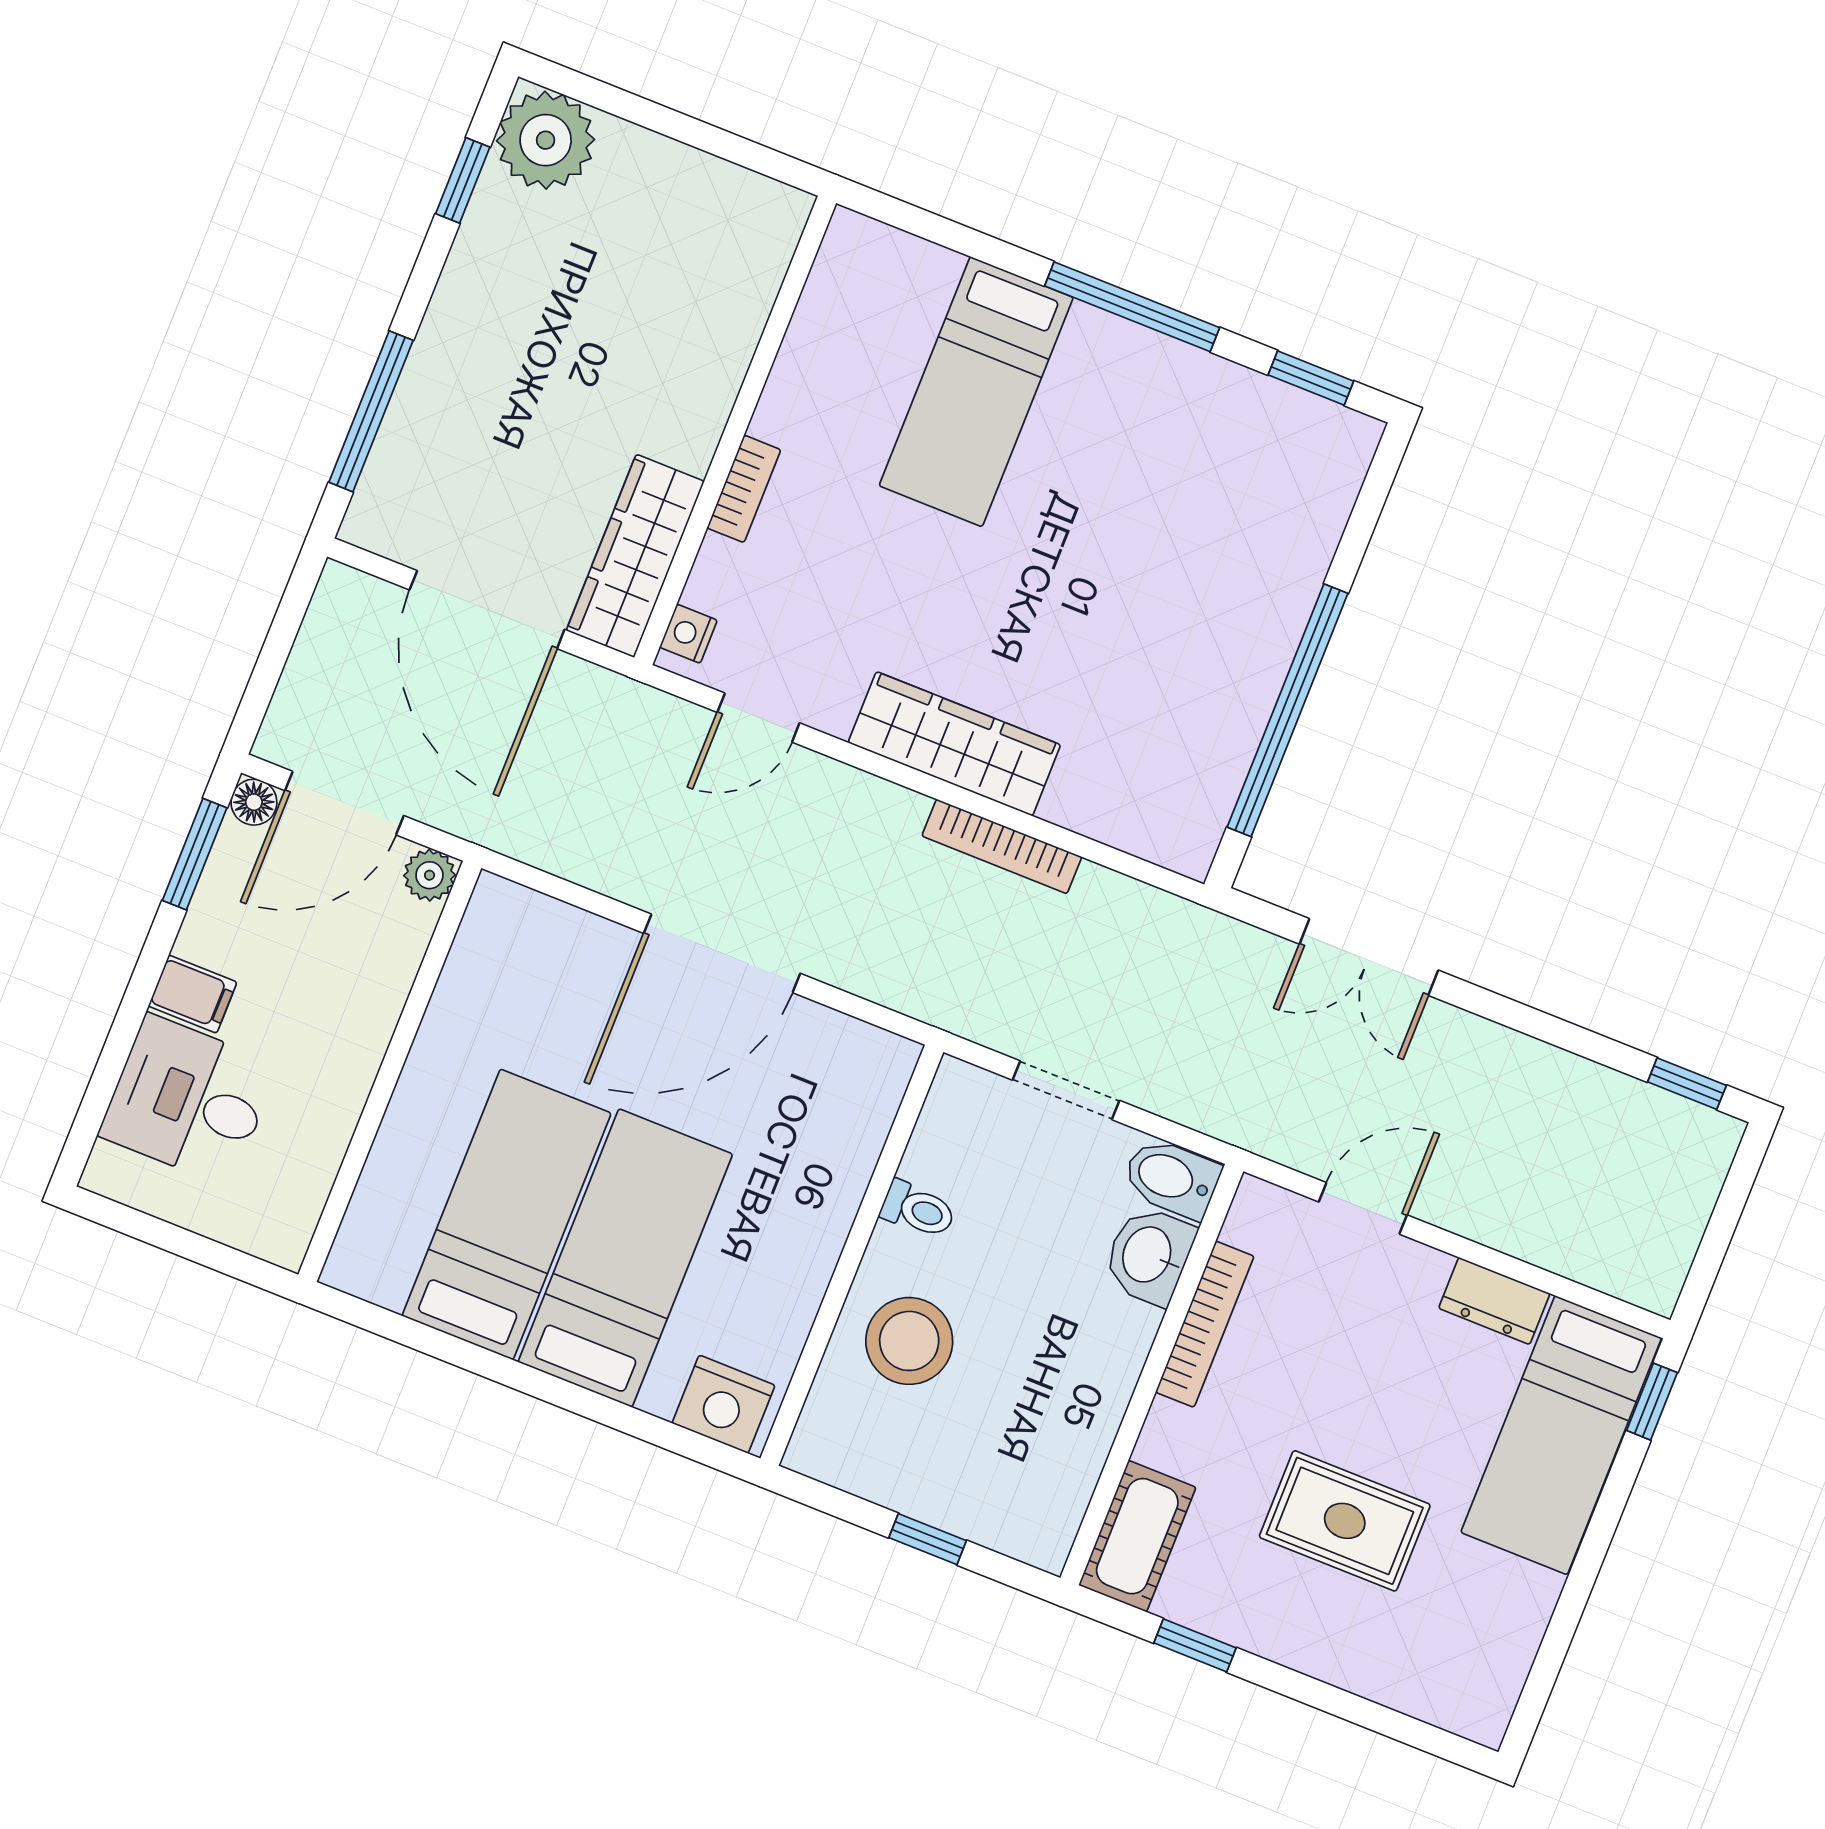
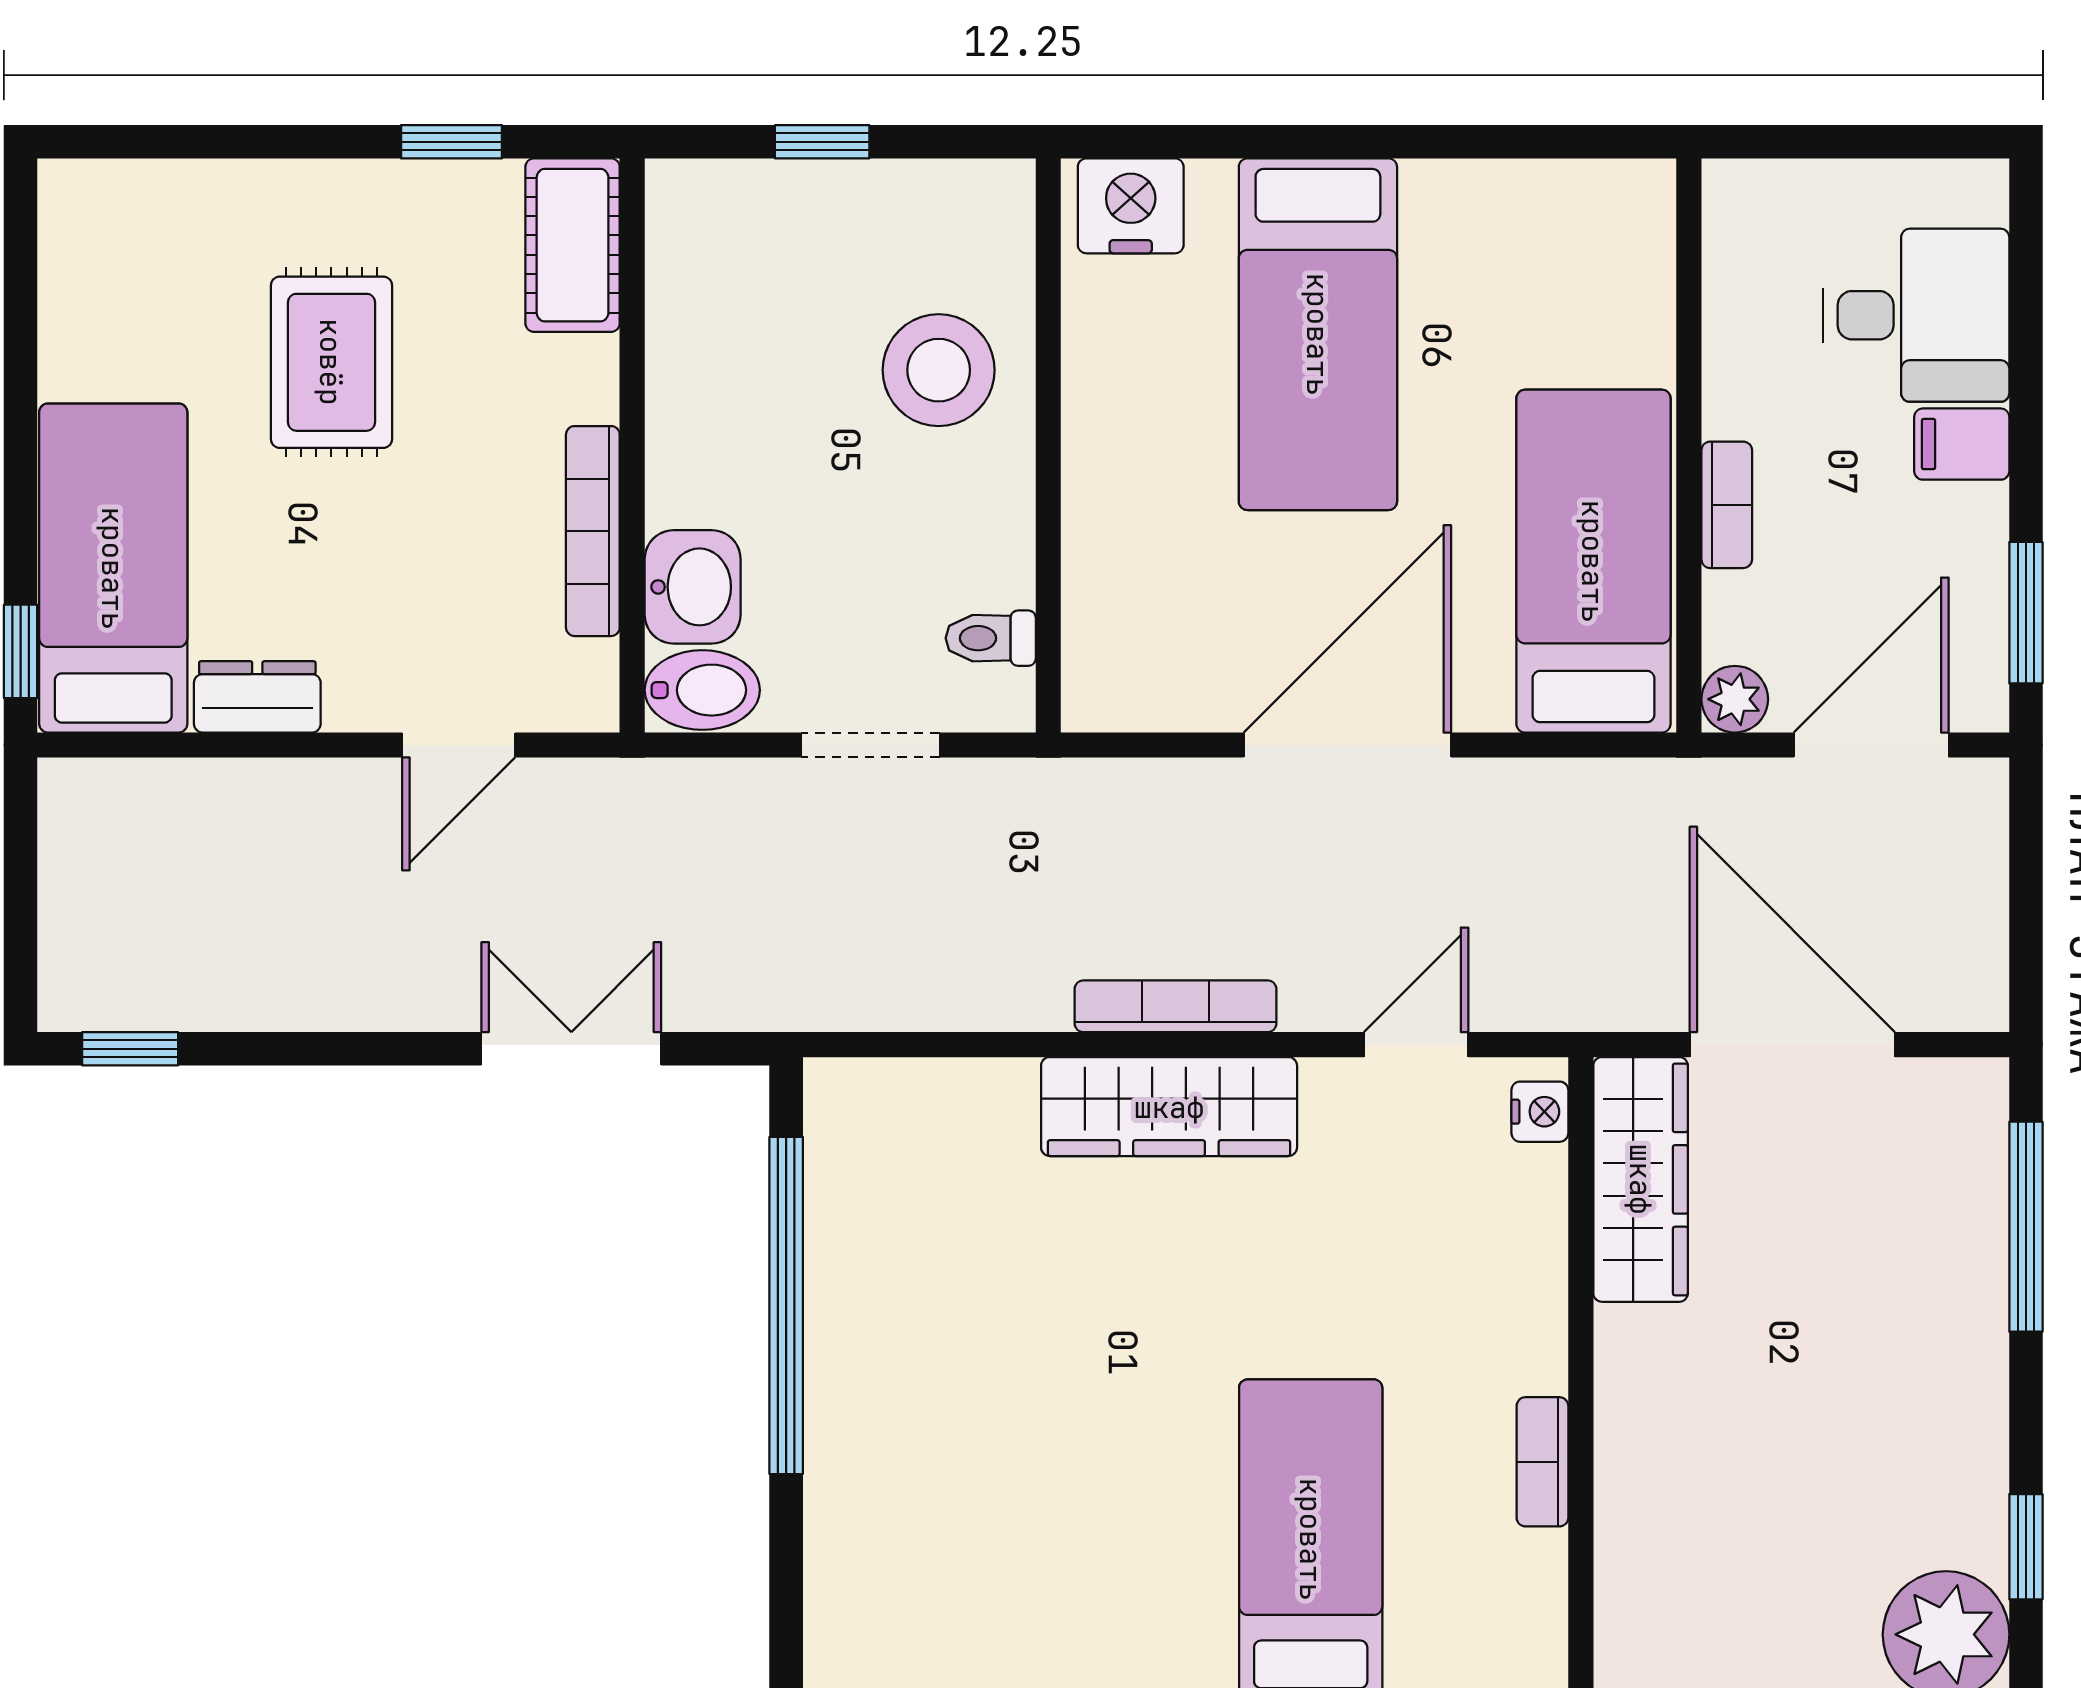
bookcase: (744, 489) -> (1542, 1462), moved
floor lamp: (254, 802) -> (1980, 703), removed
bookcase: (1002, 846) -> (1176, 1006), moved
bookcase: (380, 1018) -> (1727, 505), added
toilet: (918, 1210) -> (991, 638), moved
bed: (507, 1214) -> (1593, 561), moved, turned 180
rug: (1345, 1521) -> (331, 362), turned 90

